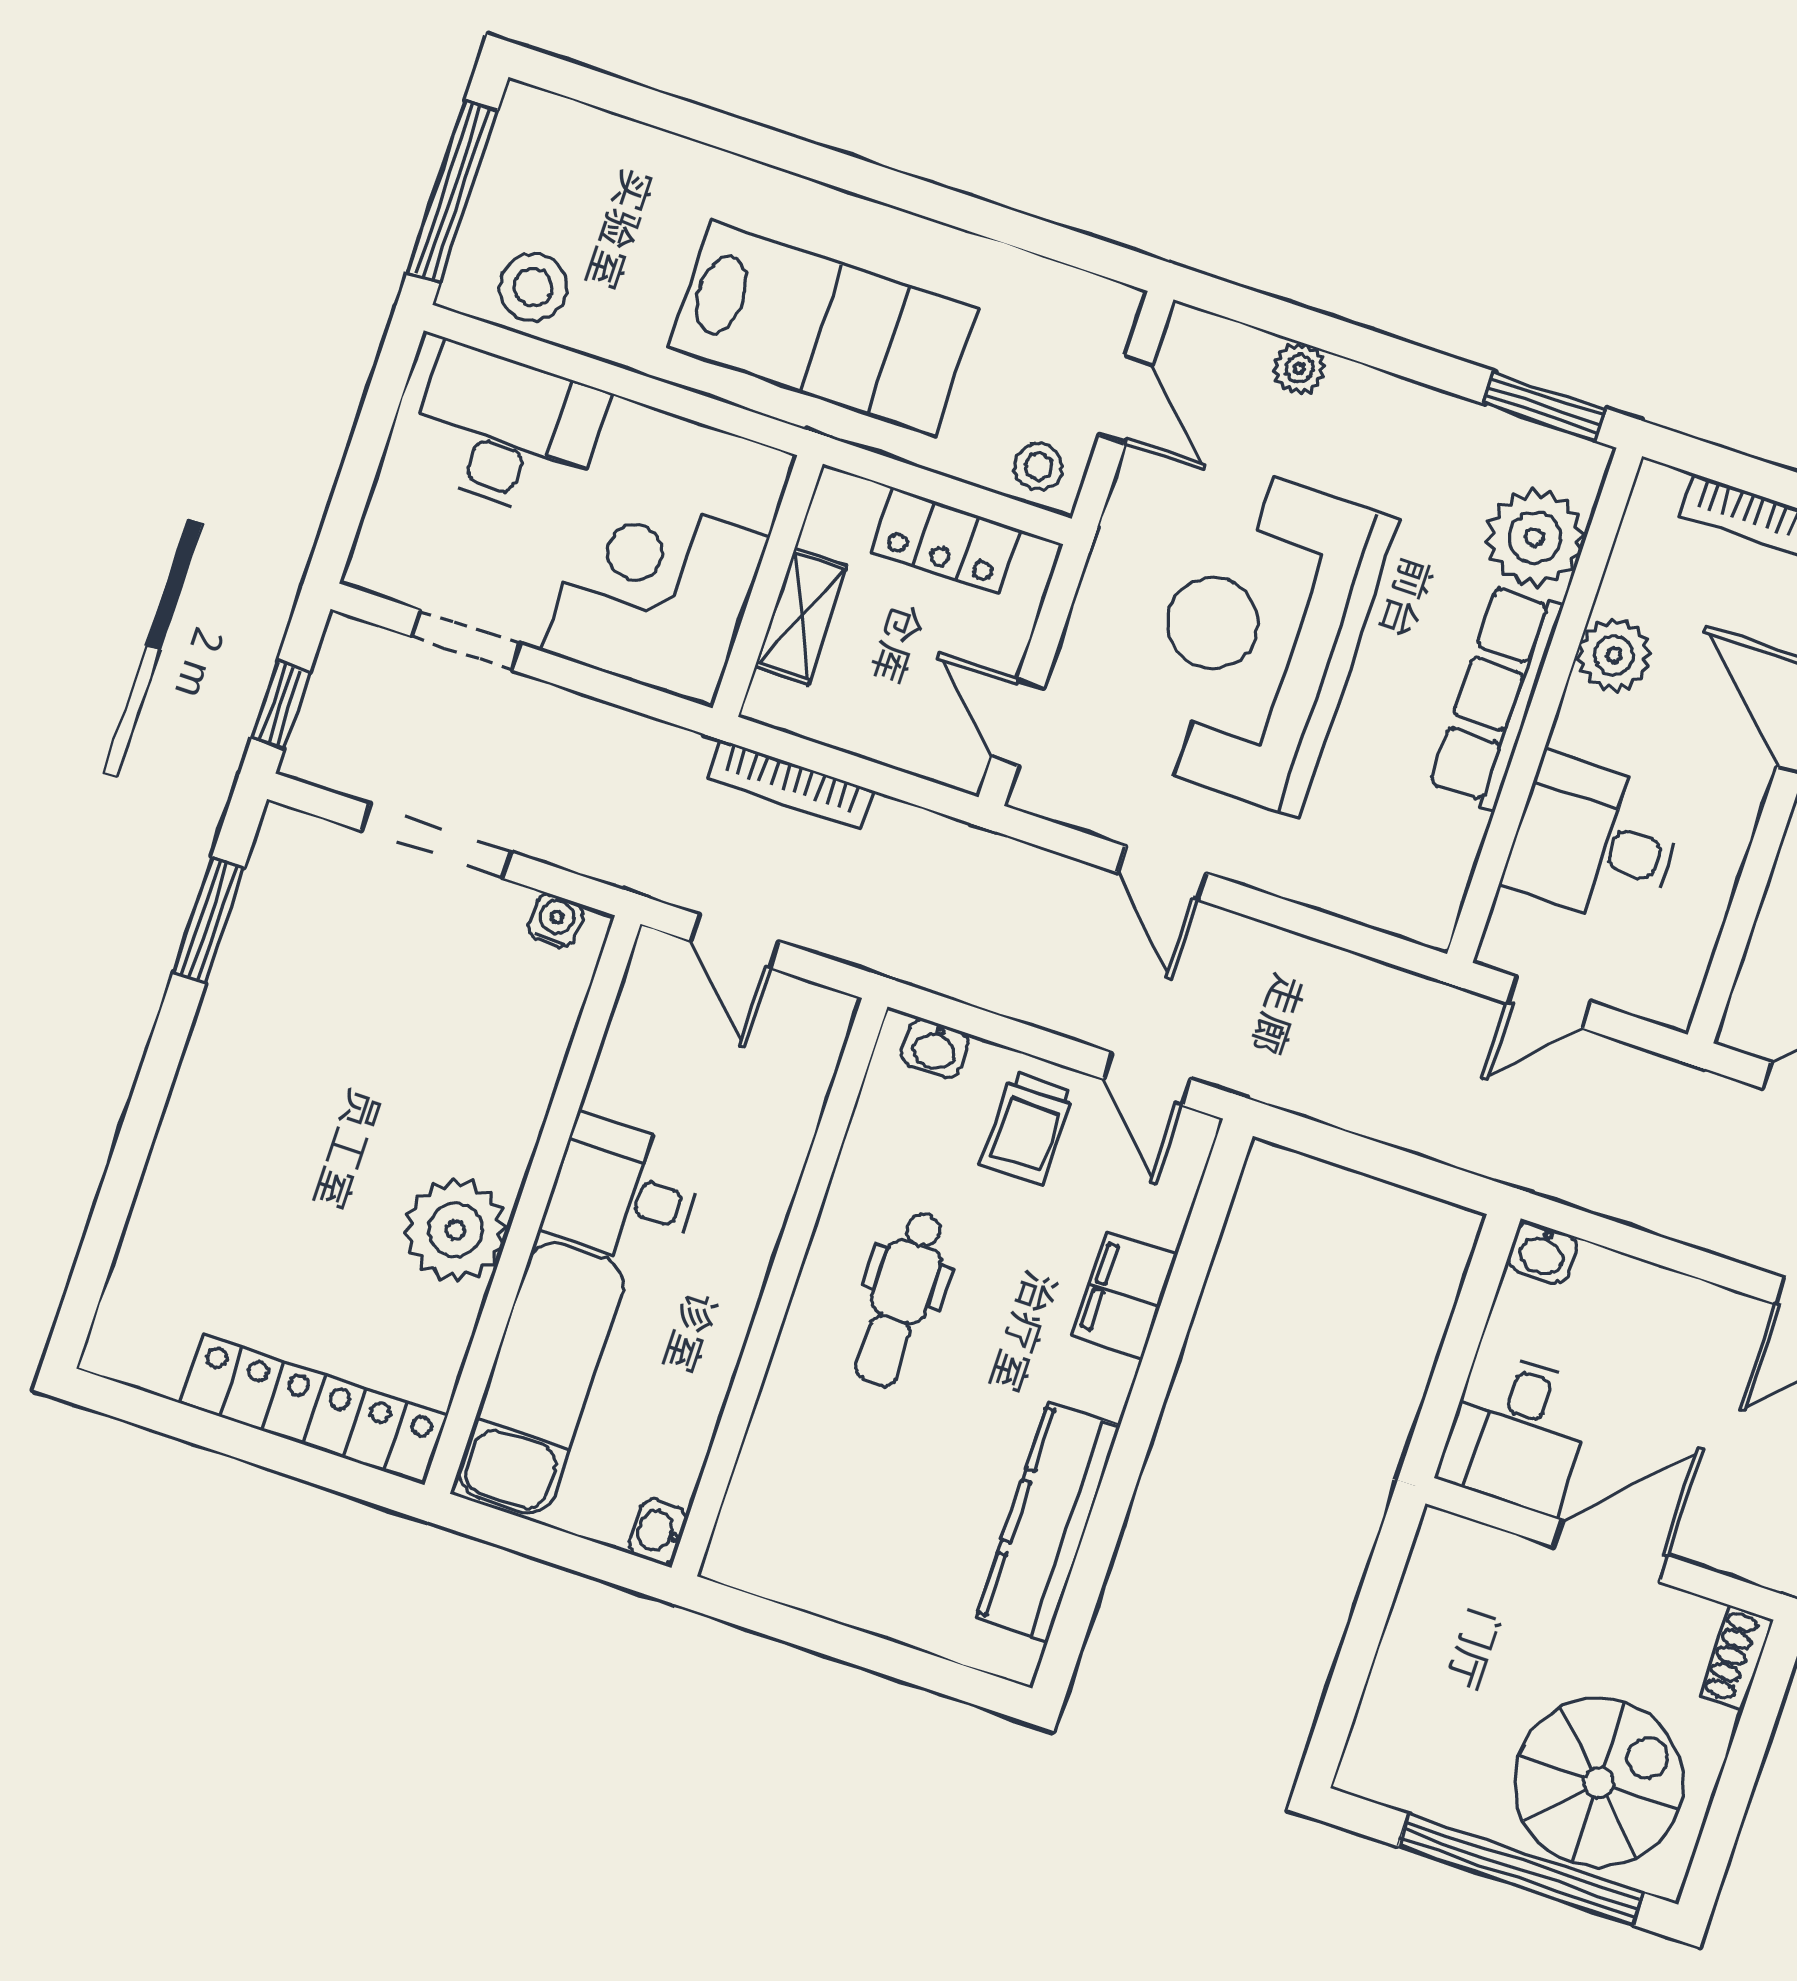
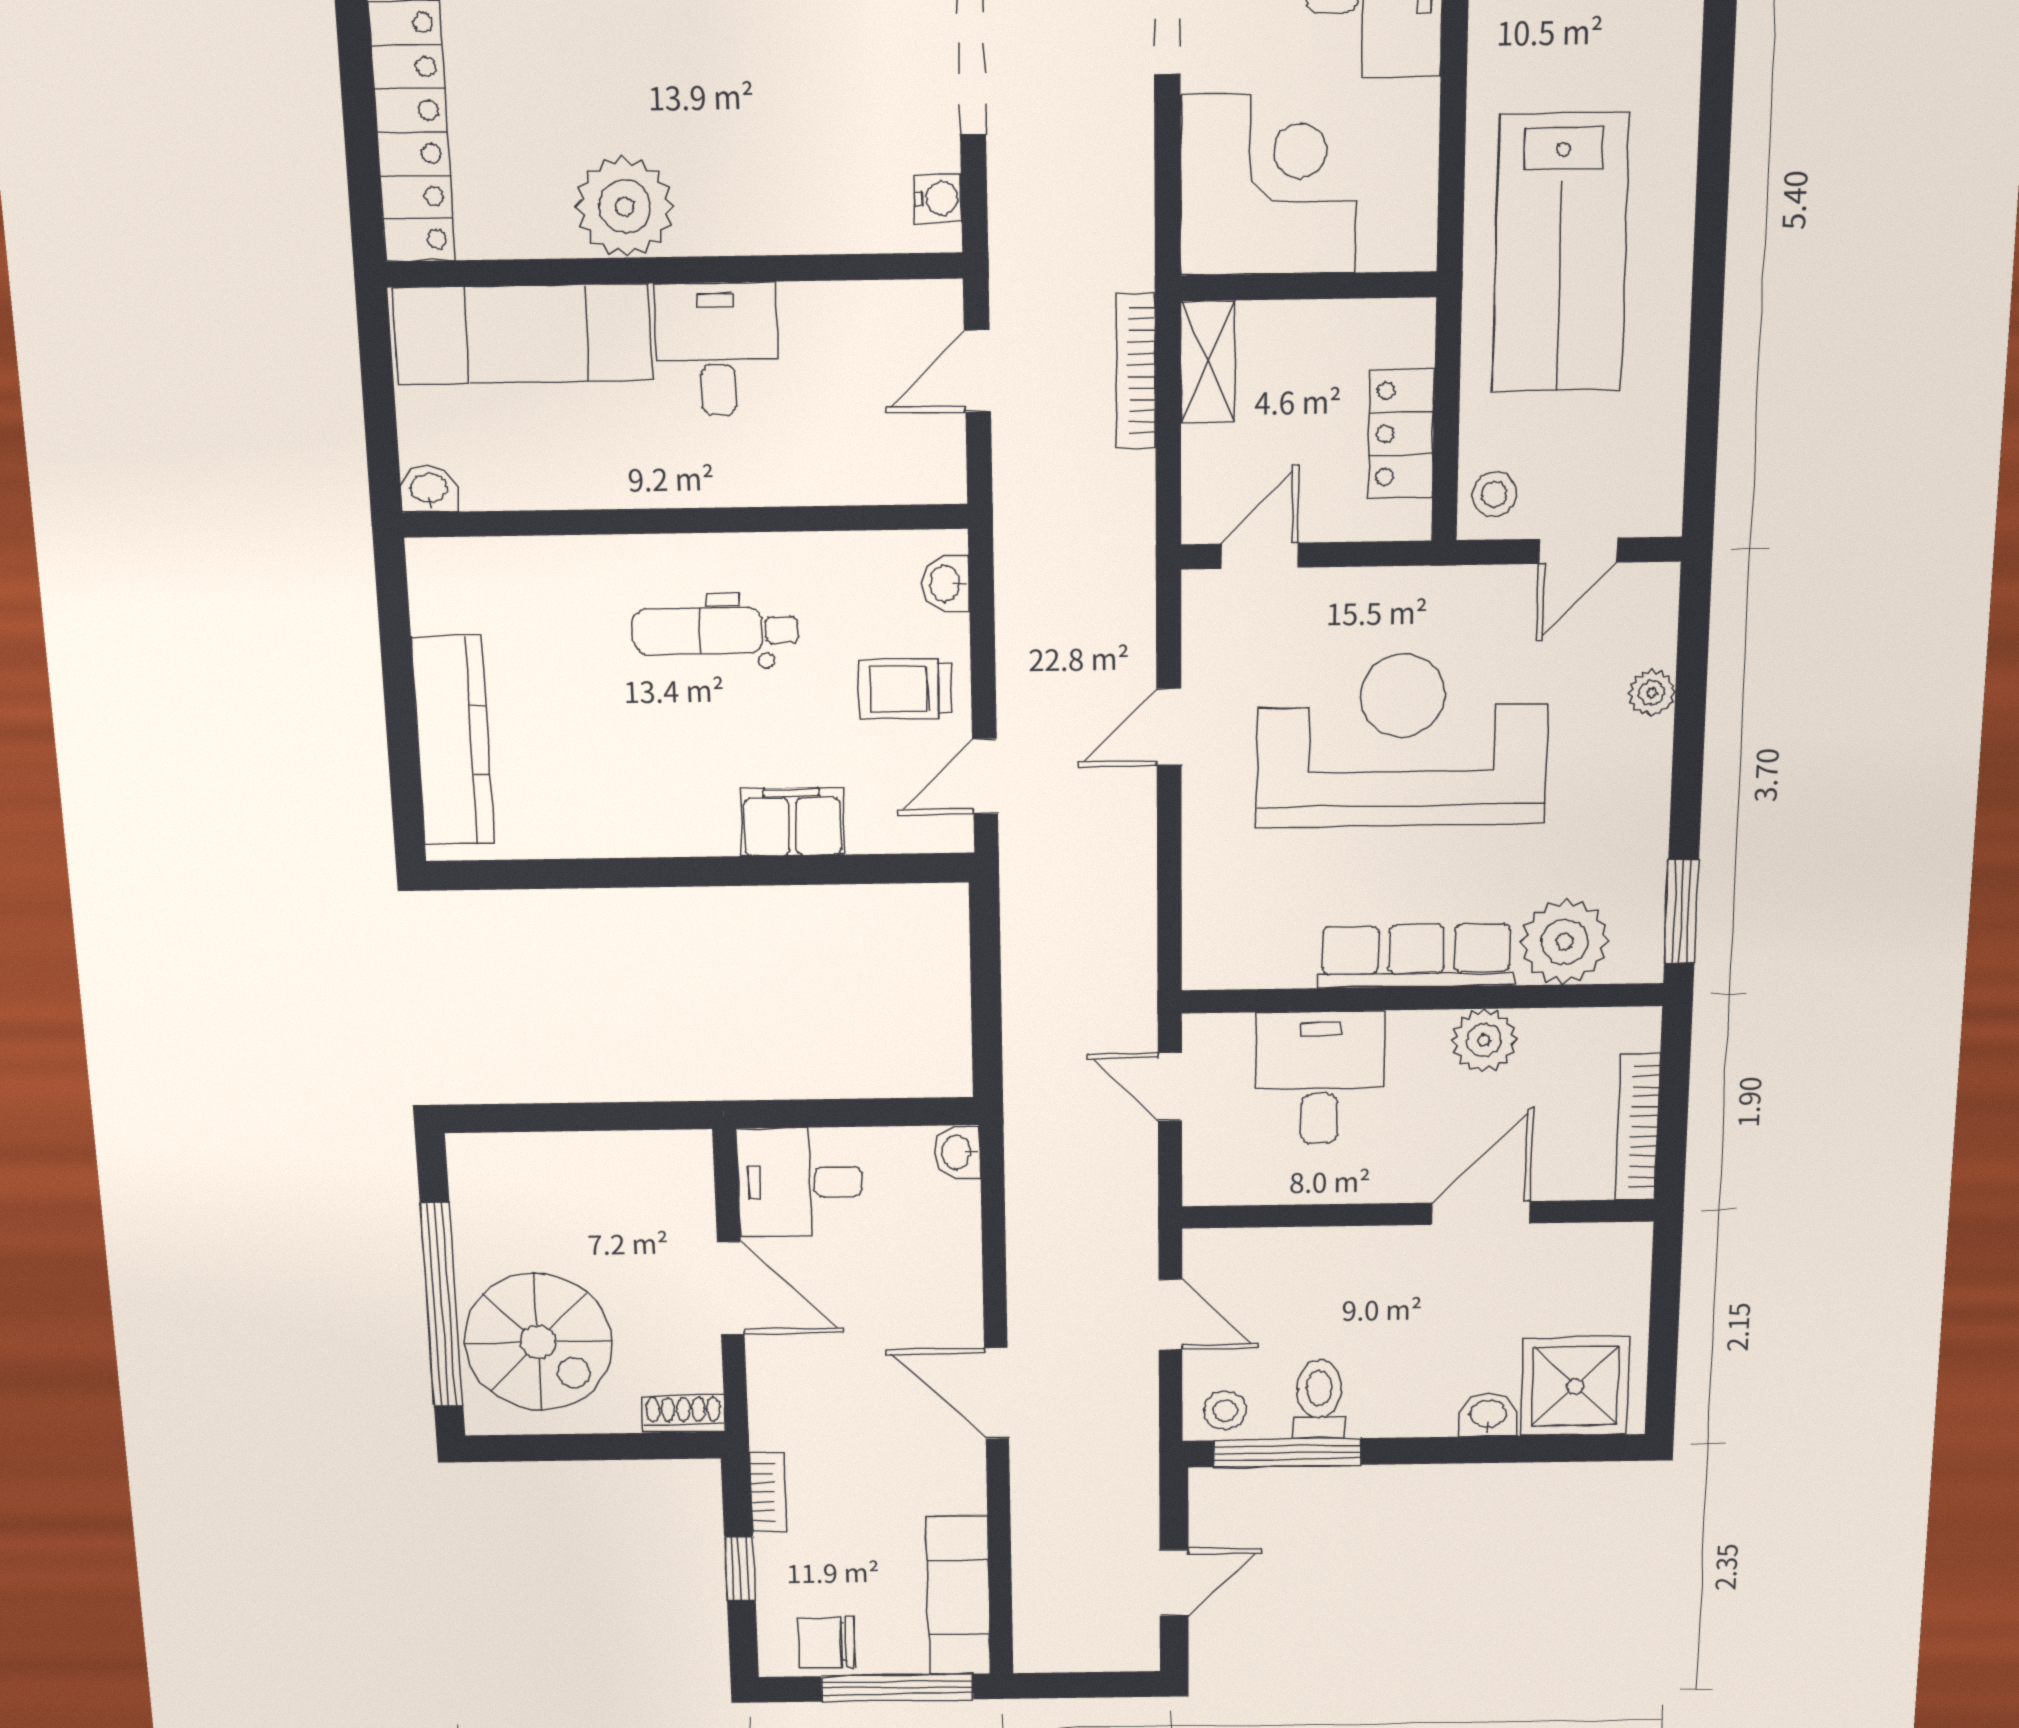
shelving: (801, 616) -> (1208, 362), moved, turned 90
kitchen counter: (1048, 1522) -> (453, 740), moved, turned 90

